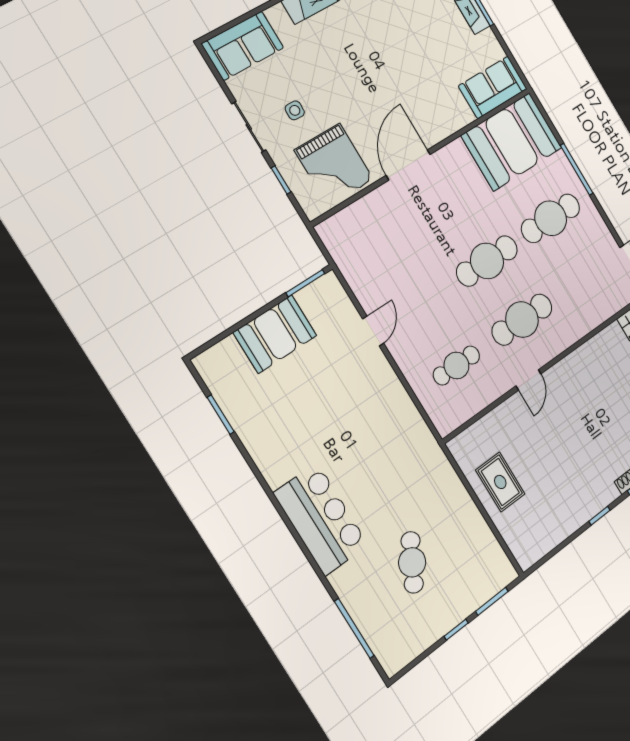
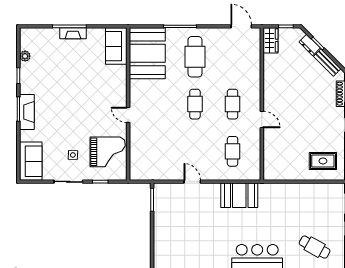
door: (408, 165) -> (128, 115), width x0.53
cafe table: (487, 261) -> (195, 104), width x0.73, depth x0.74
cafe table: (522, 320) -> (233, 104), width x0.73, depth x0.74
booth: (275, 334) -> (239, 195), moved, turned 90
rug: (500, 482) -> (323, 161), moved
cafe table: (412, 562) -> (315, 247), moved

